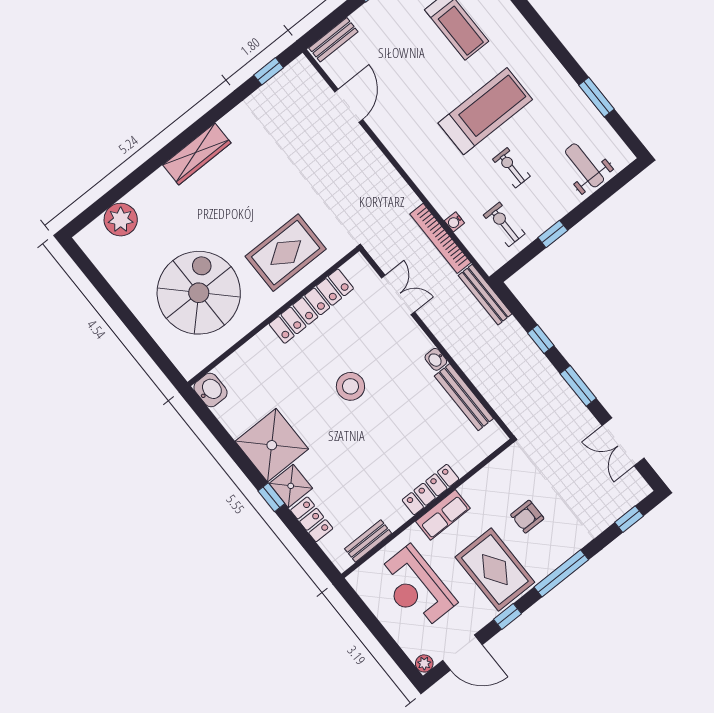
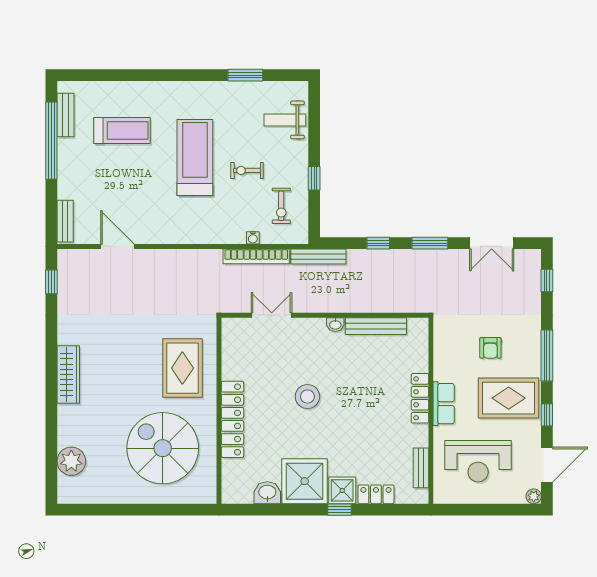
exercise bike: (504, 224) -> (281, 206), turned -90
locker: (311, 306) -> (232, 419), moved
washbasin: (210, 390) -> (267, 493), moved

